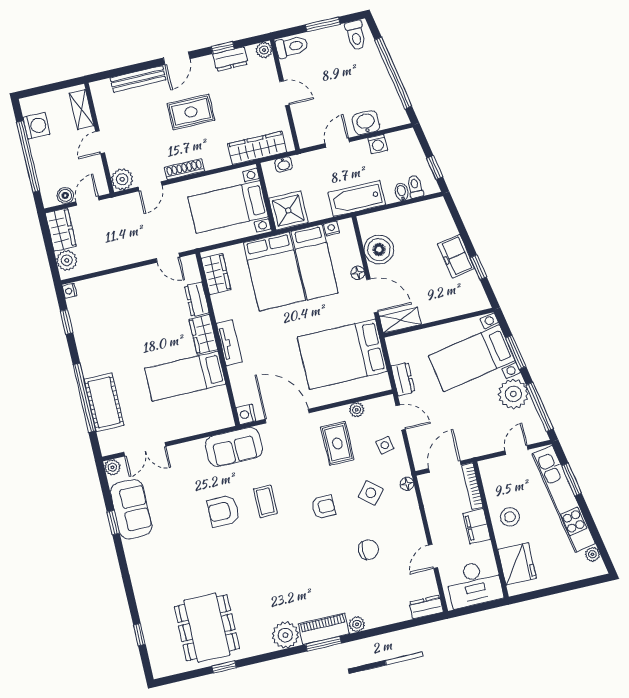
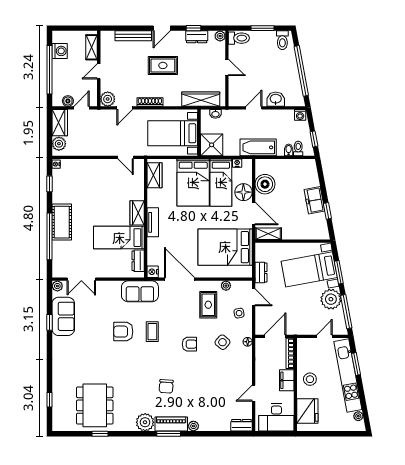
washing machine: (378, 144) -> (300, 115), moved
floor lamp: (358, 273) -> (243, 192), width x1.89, depth x1.89
dresser: (197, 299) -> (138, 261), moved
cot: (104, 402) -> (62, 222), moved
chair: (368, 550) -> (166, 386), moved, turned 94

